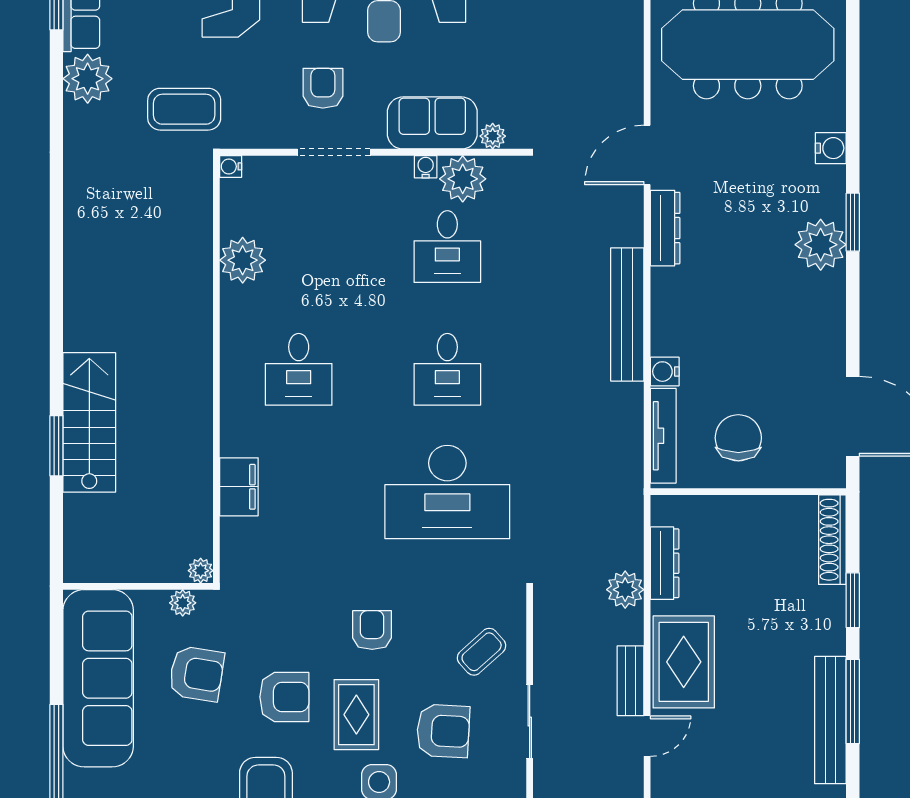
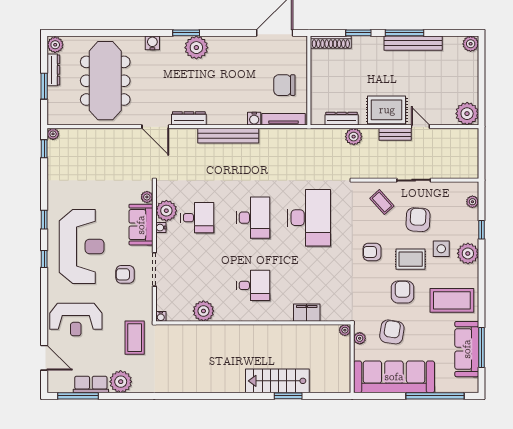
desk: (447, 369) -> (253, 218), width x1.37

